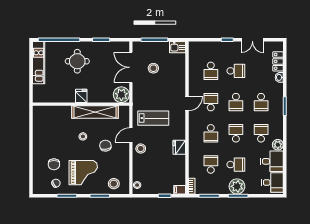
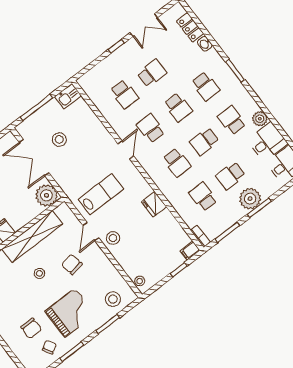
school desk: (236, 133) -> (204, 141), turned -90
school desk: (236, 165) -> (231, 176), turned 180

